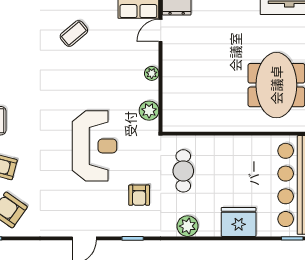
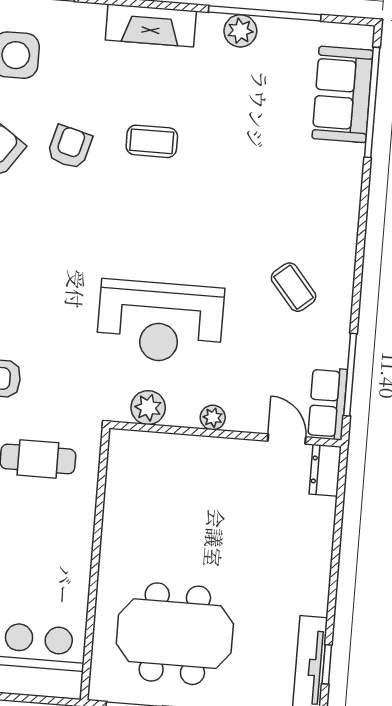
reception desk: (95, 146) -> (160, 322), moved

